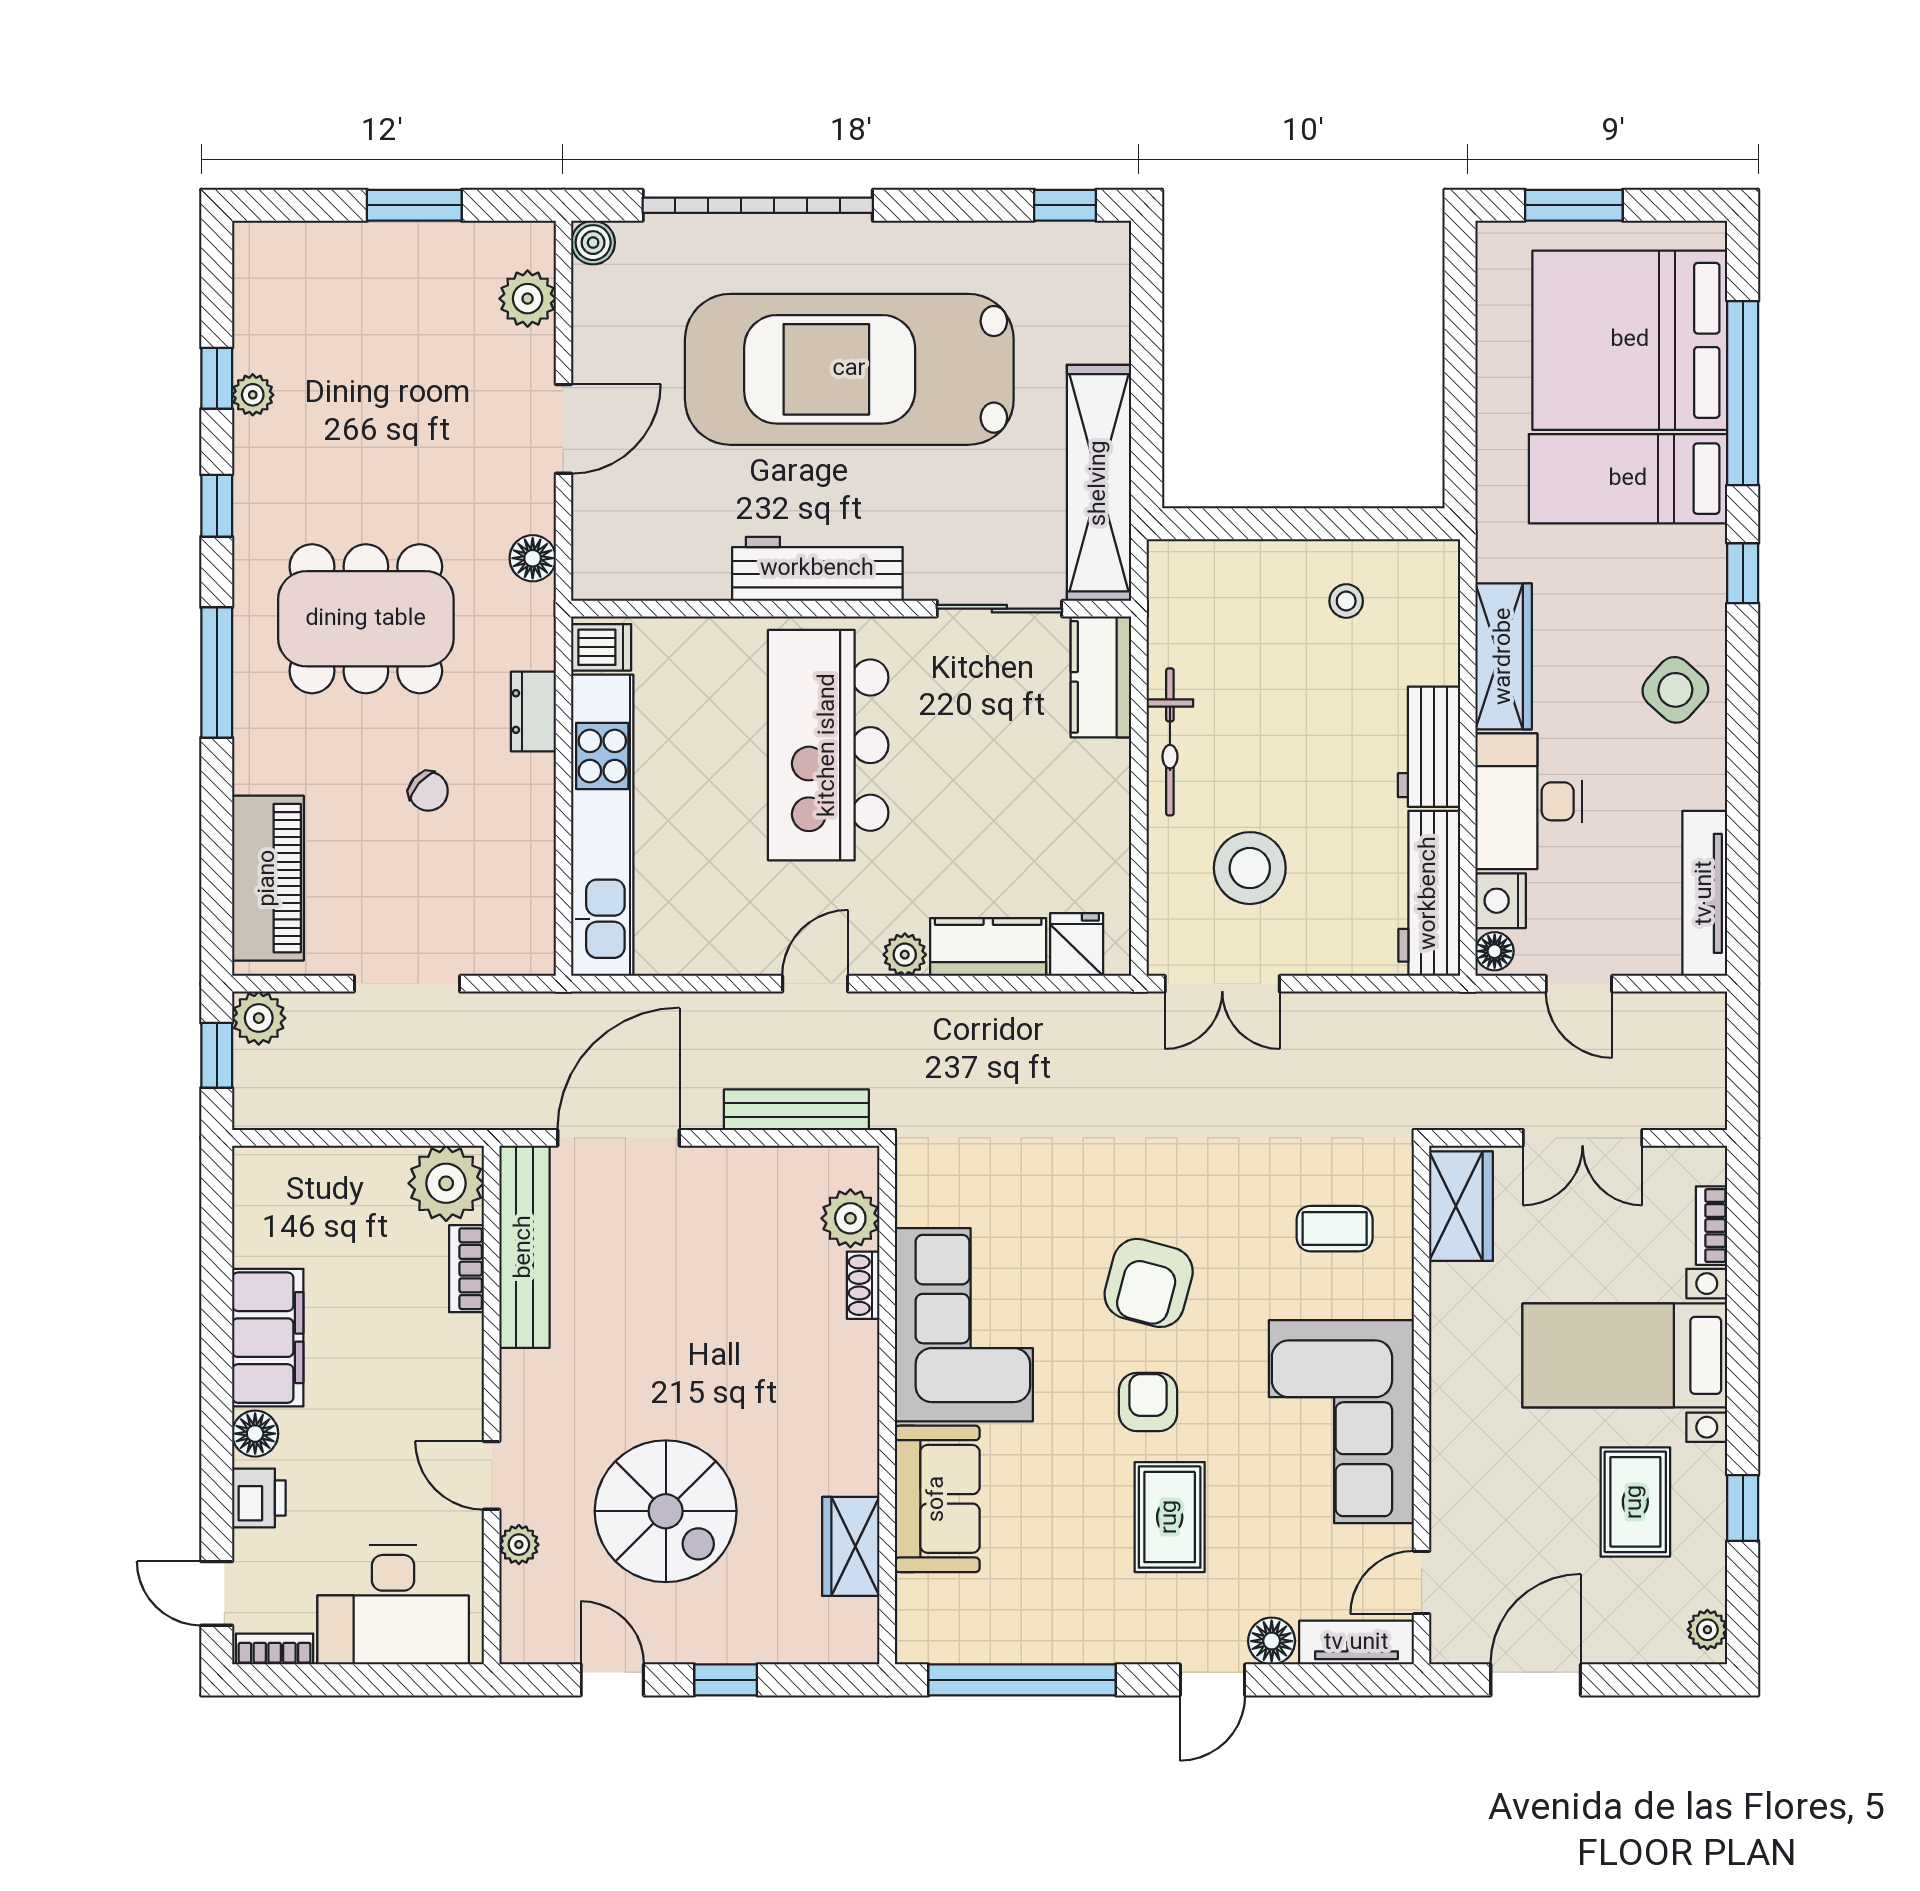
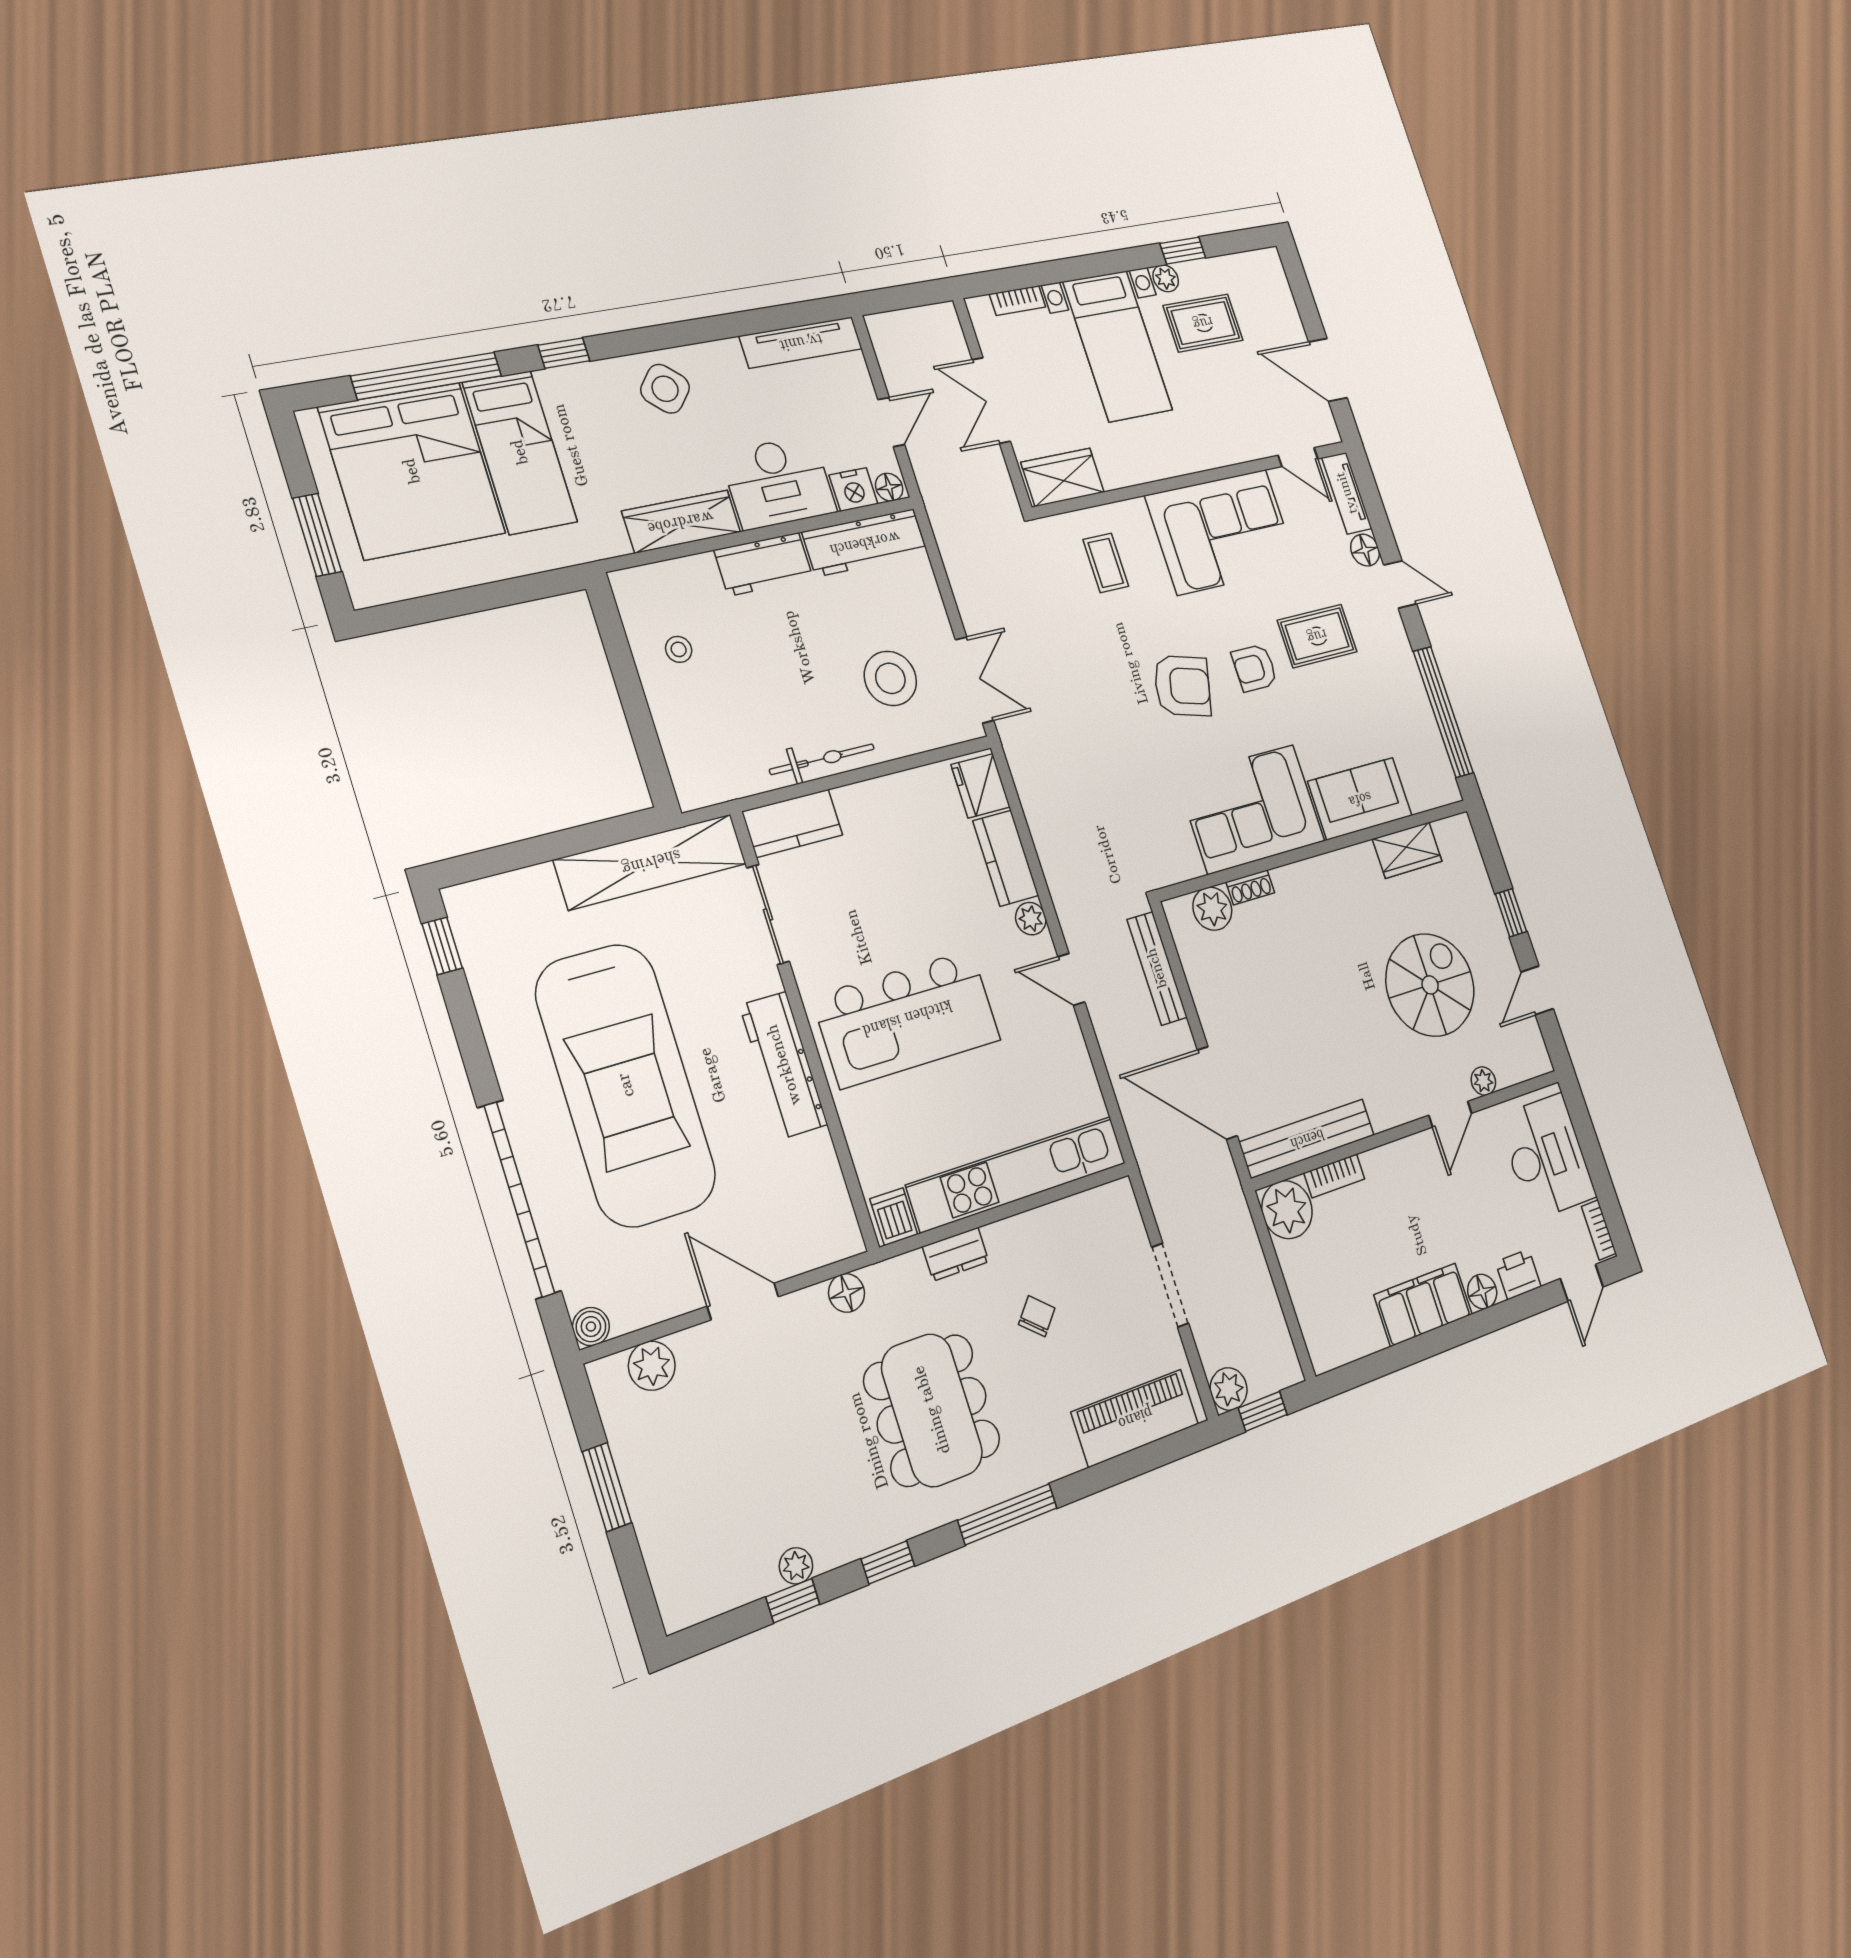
fridge: (1077, 945) -> (981, 786), width x1.38
double door: (1583, 1138) -> (991, 401), swing flipped
plant: (1707, 1630) -> (1166, 278), moved

